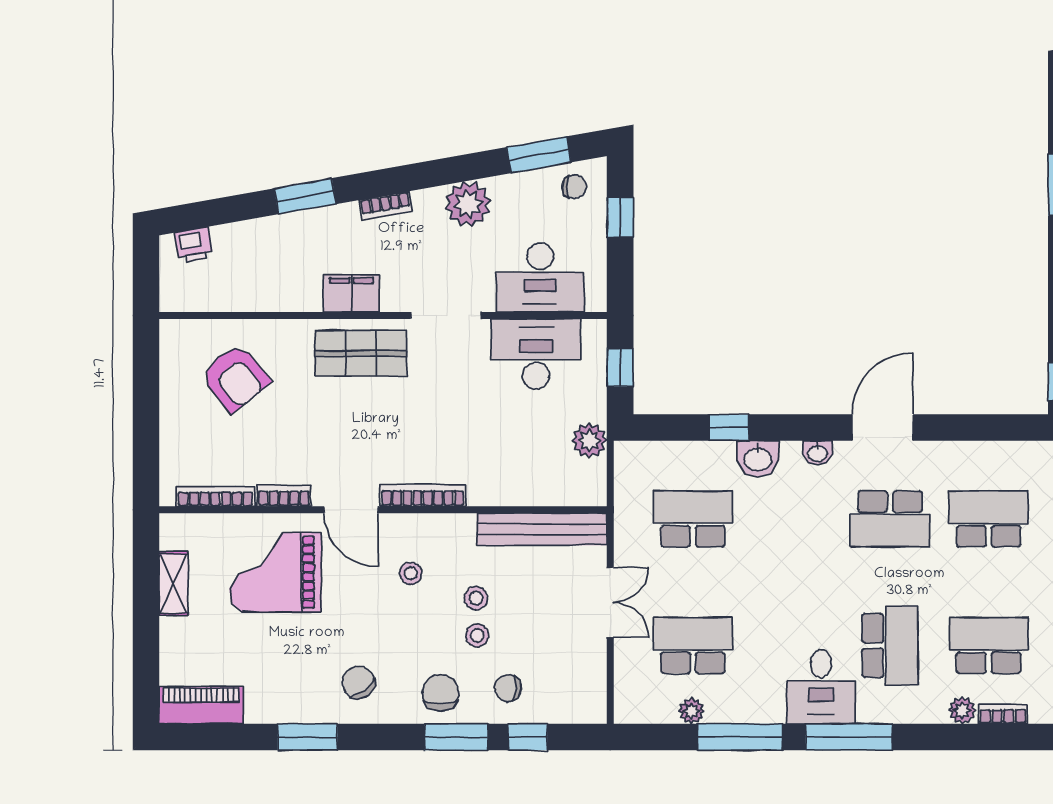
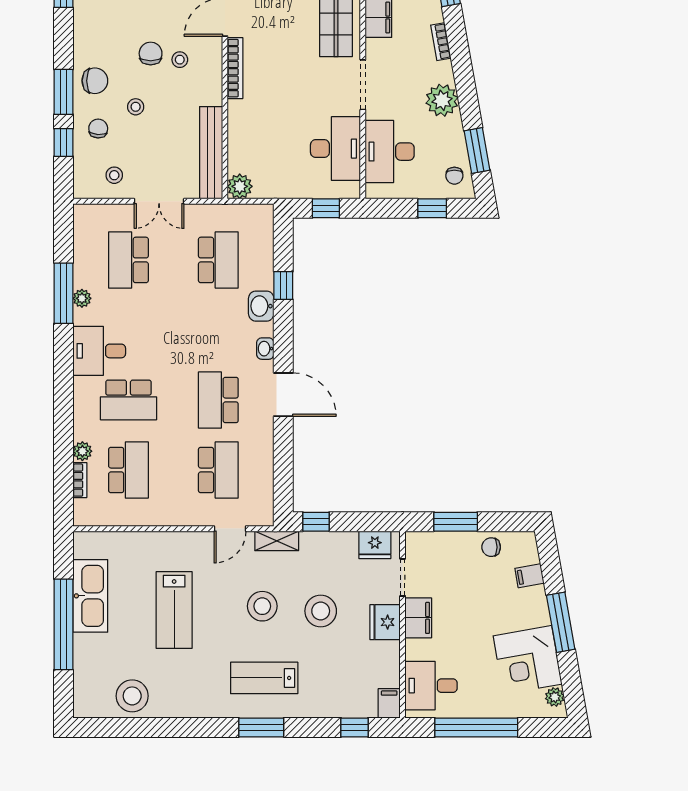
plant: (589, 441) -> (240, 186), moved
stool: (476, 598) -> (114, 175), moved
school desk: (693, 645) -> (128, 260), turned 180
chair: (358, 682) -> (151, 53), moved, turned -53
plant: (692, 711) -> (82, 298), moved
window: (849, 737) -> (63, 371), removed

